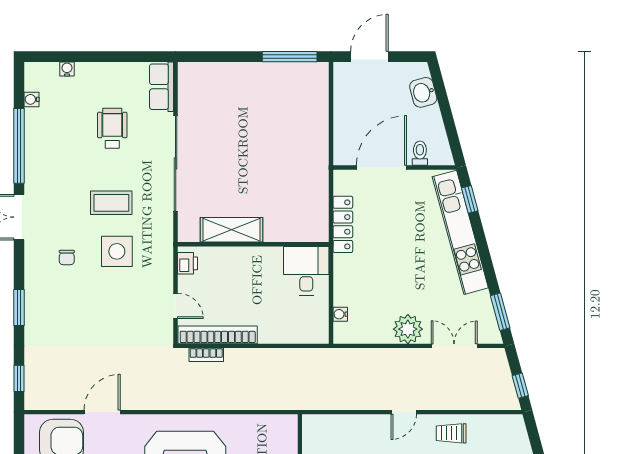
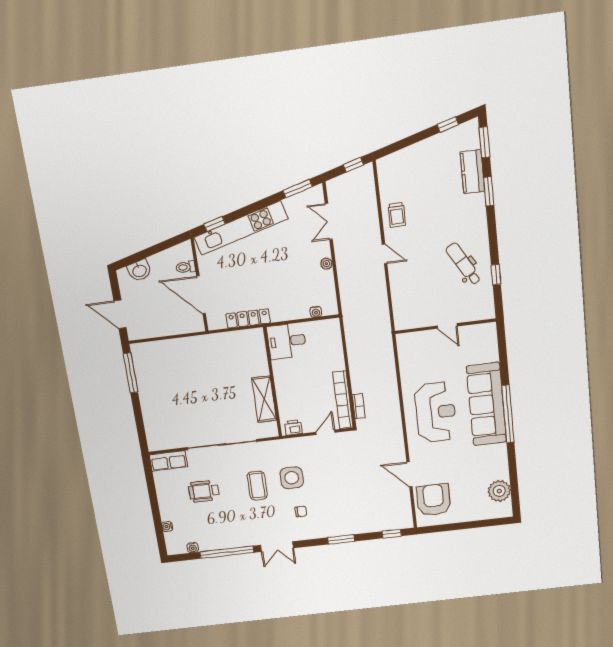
plant: (408, 329) -> (326, 264), width x0.53, depth x0.53

